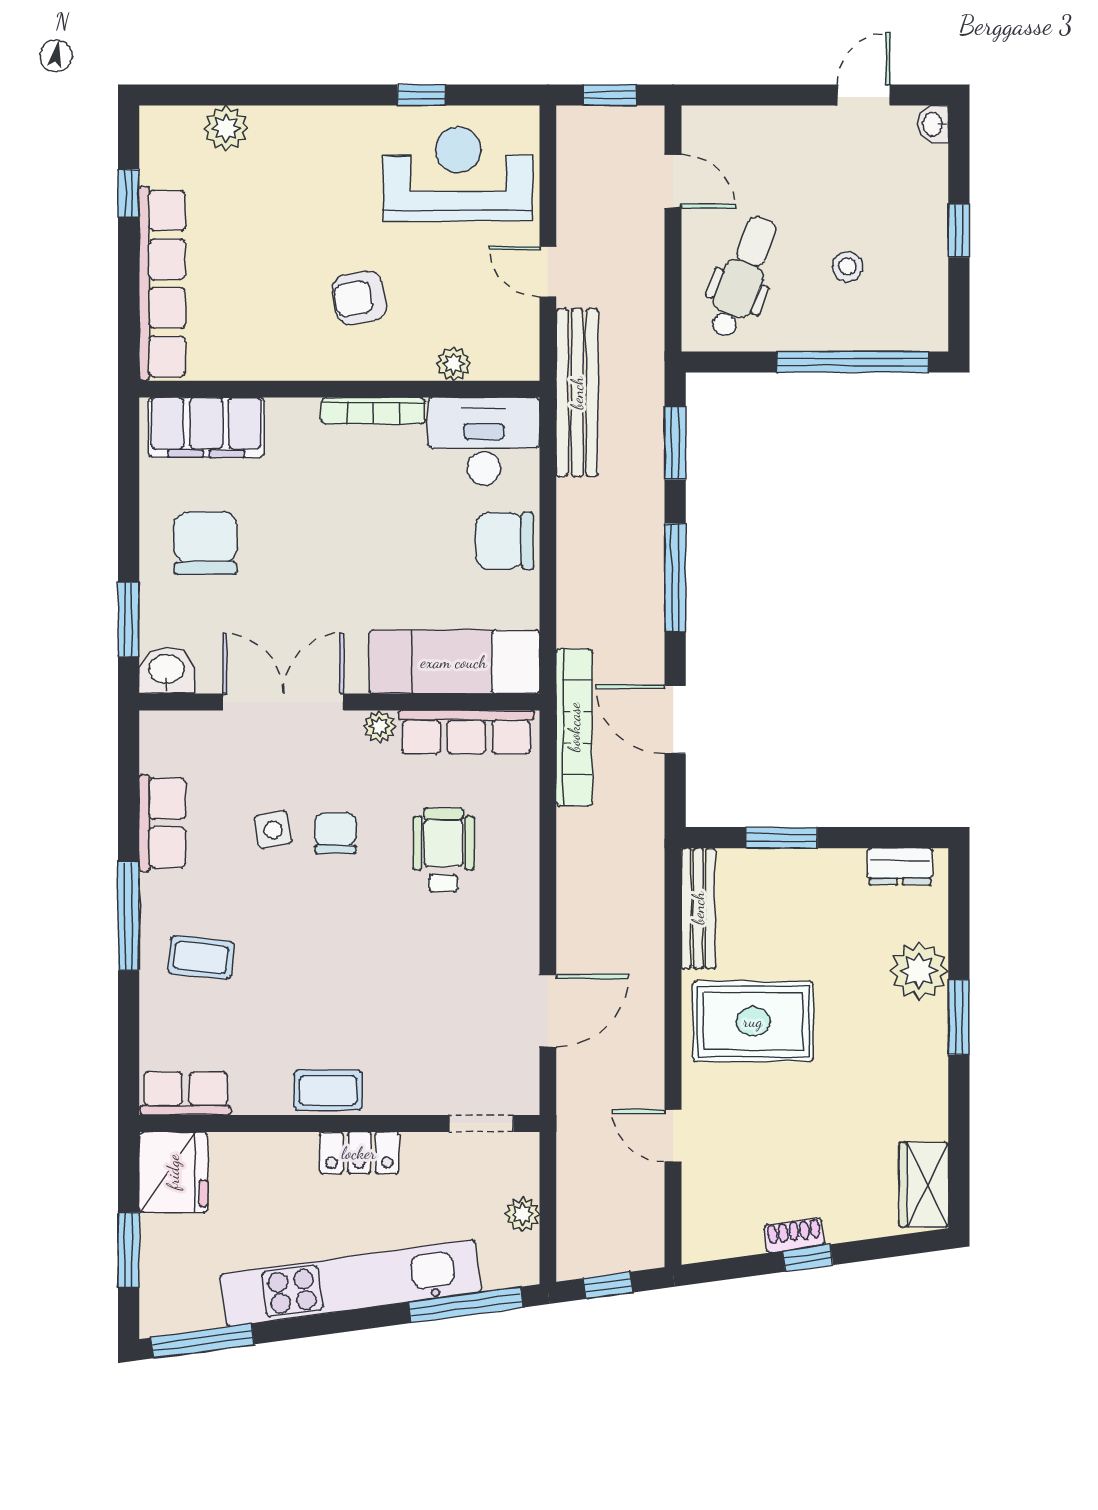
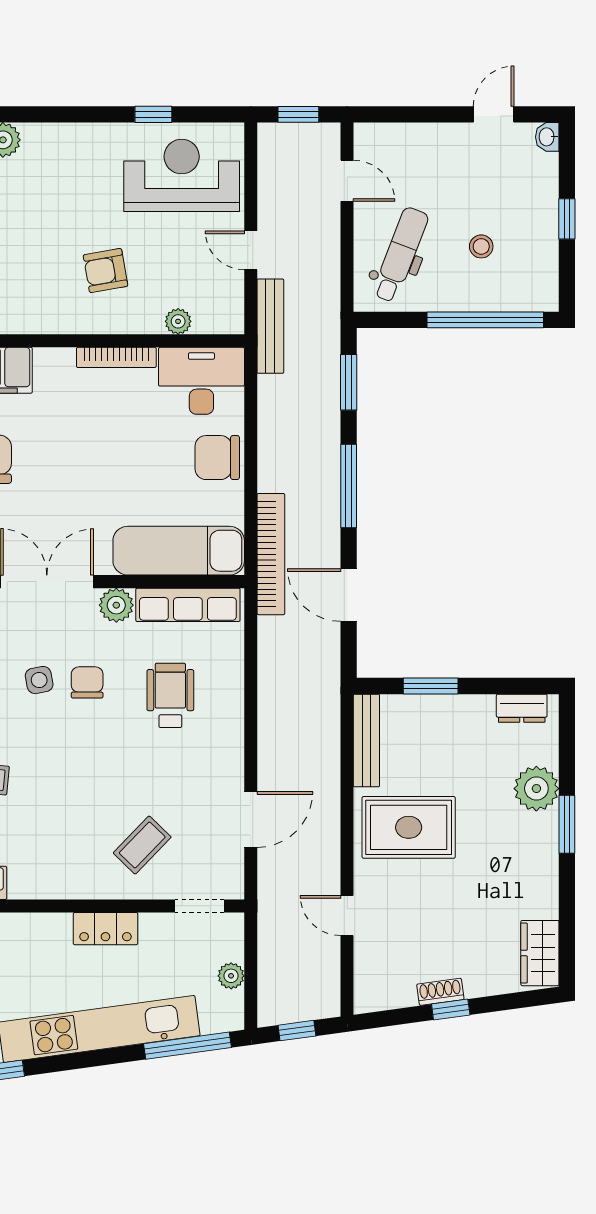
bench: (577, 393) -> (270, 326), width x0.73, depth x0.82
plant: (379, 727) -> (116, 605), width x1.38, depth x1.38
bookcase: (574, 727) -> (271, 554), moved
coffee table: (328, 1090) -> (142, 845), moved, turned -46

